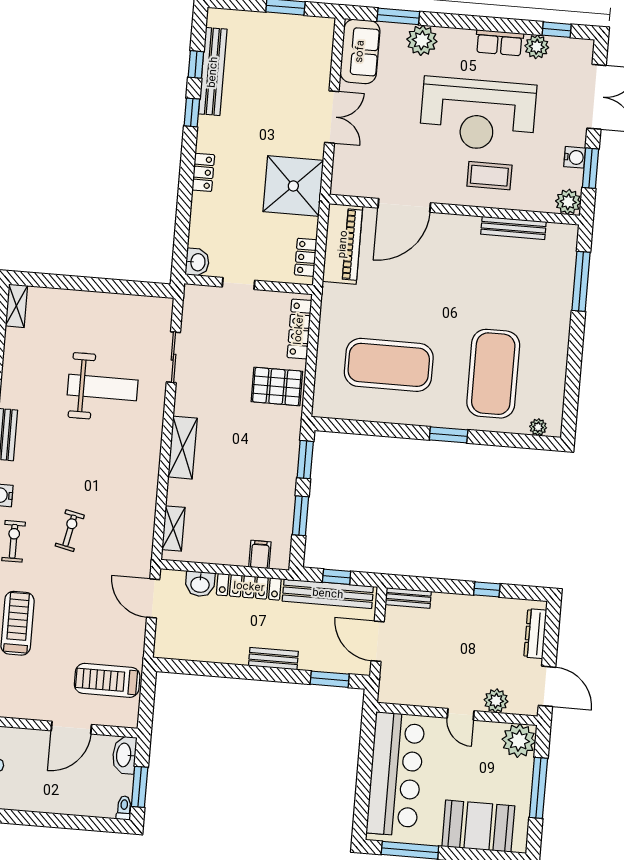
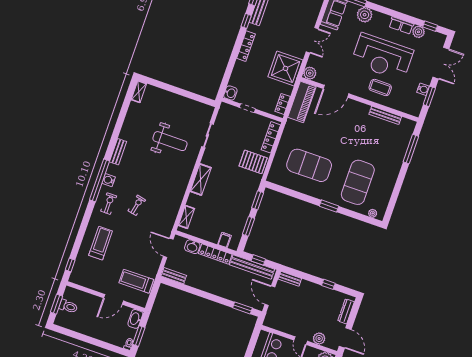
locker: (203, 172) -> (246, 46), width x1.53
plant: (568, 202) -> (310, 73), moved
bench: (273, 659) -> (174, 276), moved

